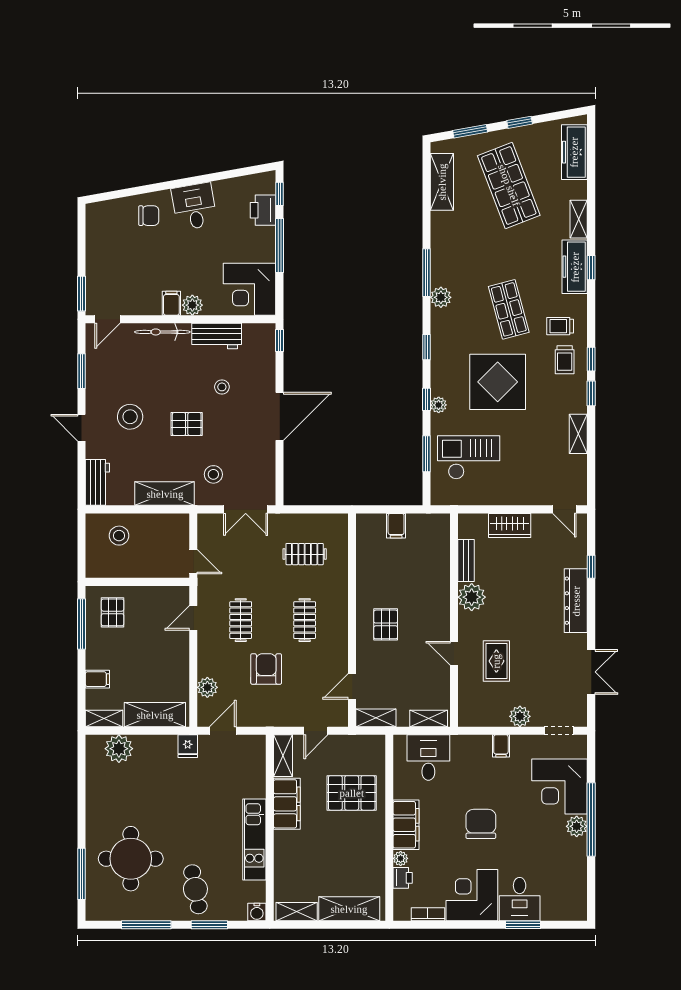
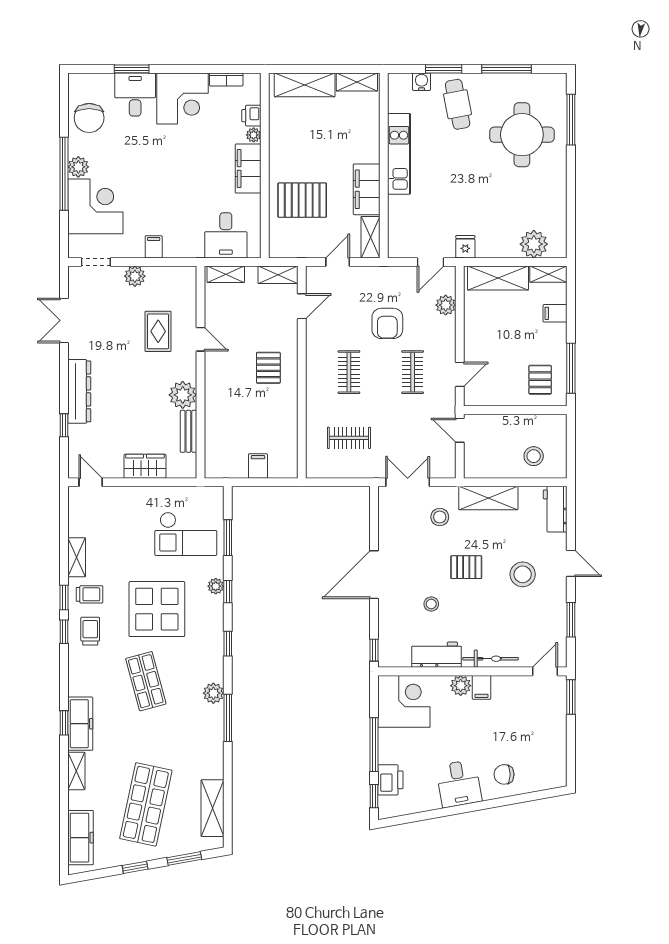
shop shelf: (509, 185) -> (146, 804), turned 33
trolley: (560, 326) -> (90, 594), moved
chair: (481, 824) -> (89, 118), moved
water cooler: (257, 912) -> (422, 82), moved

